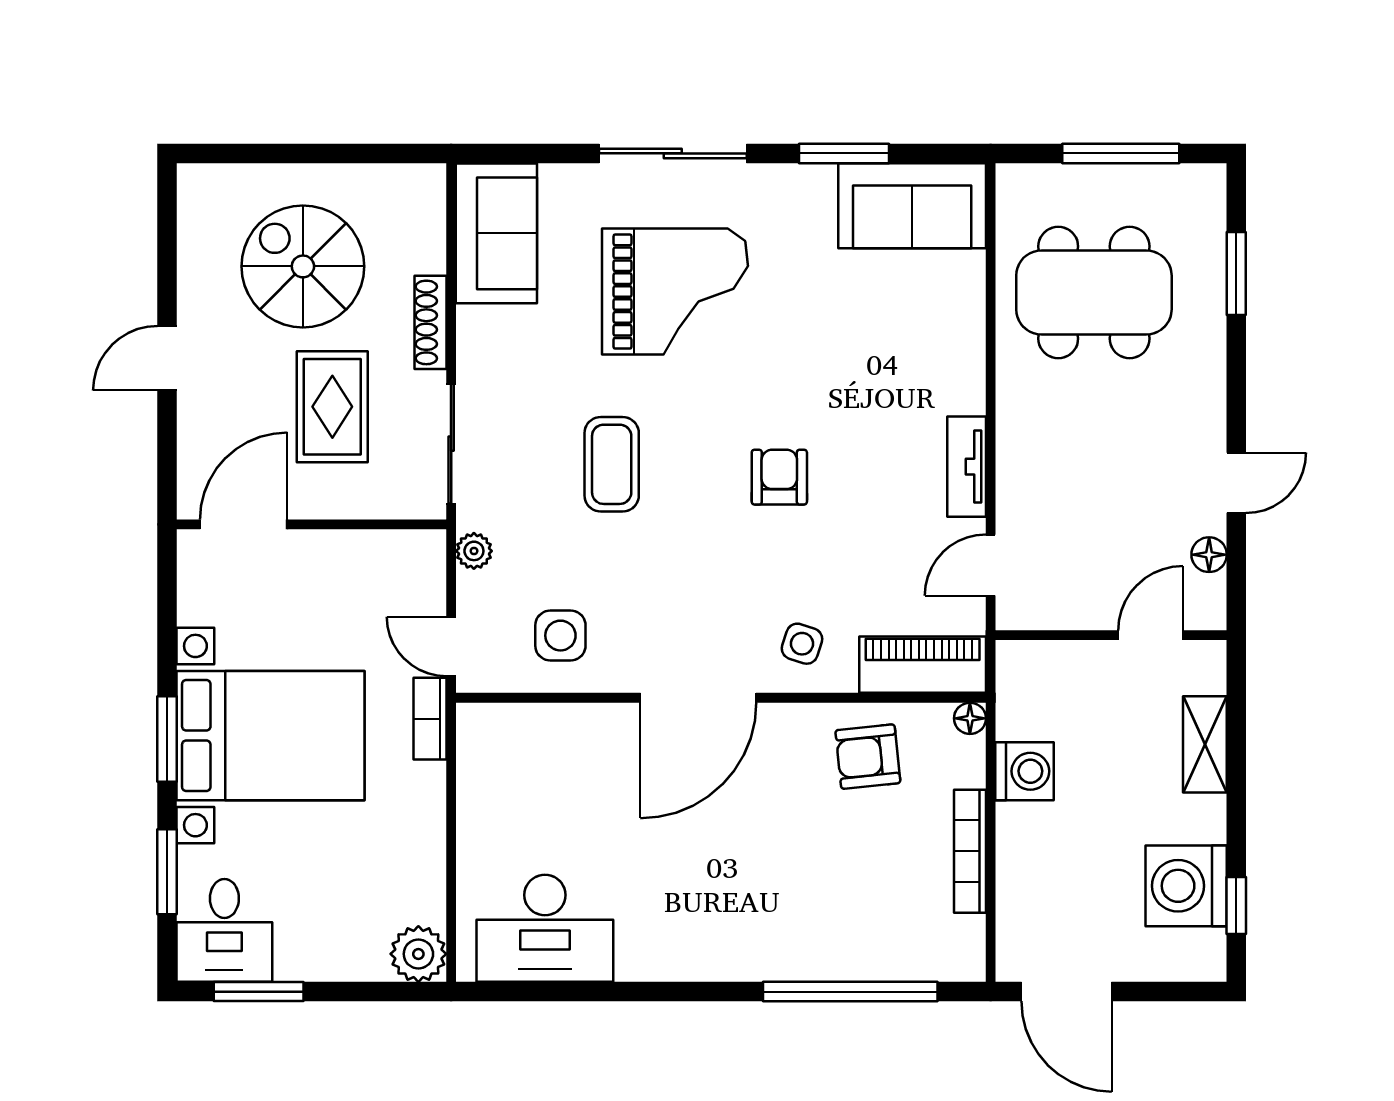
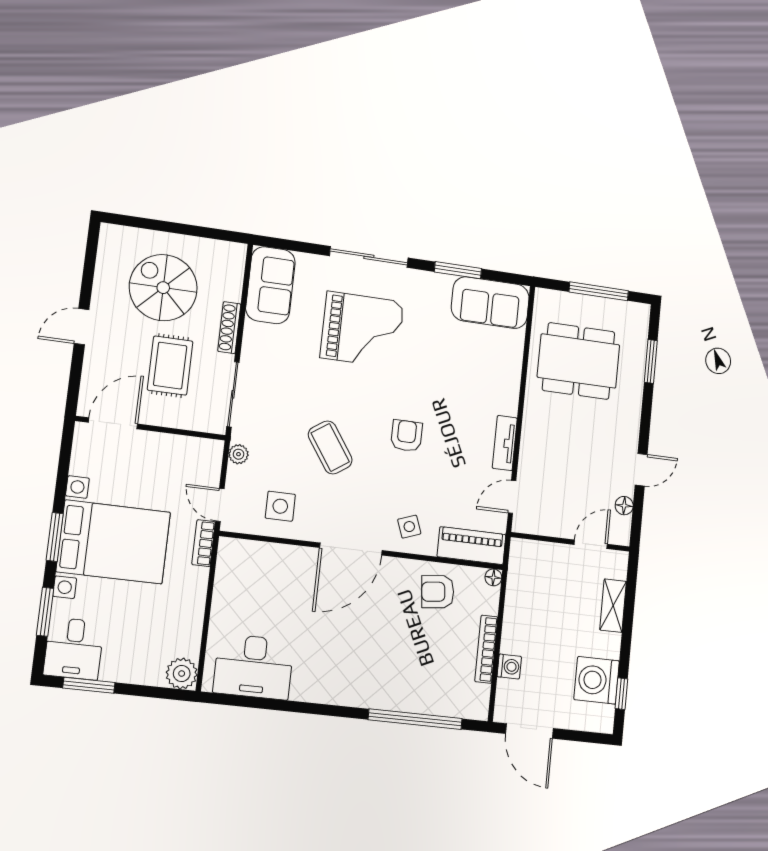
coffee table: (612, 464) -> (330, 447), moved, turned -34
side table: (802, 644) -> (409, 527), turned -38
washing machine: (1025, 771) -> (509, 667), moved, width x0.73, depth x0.73

